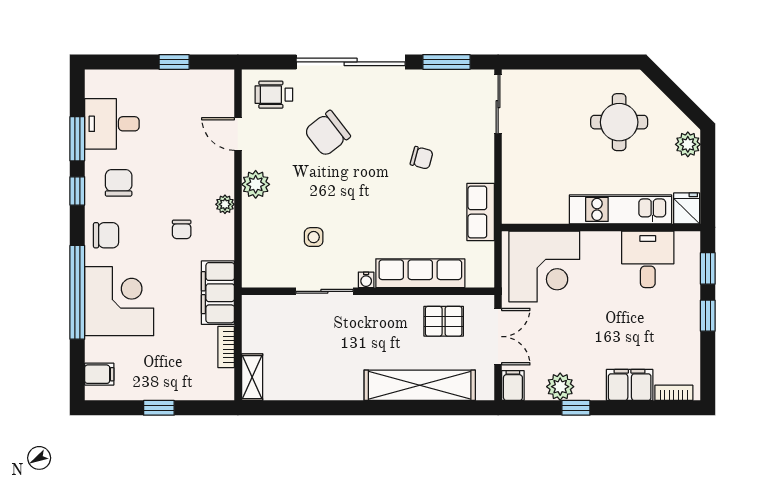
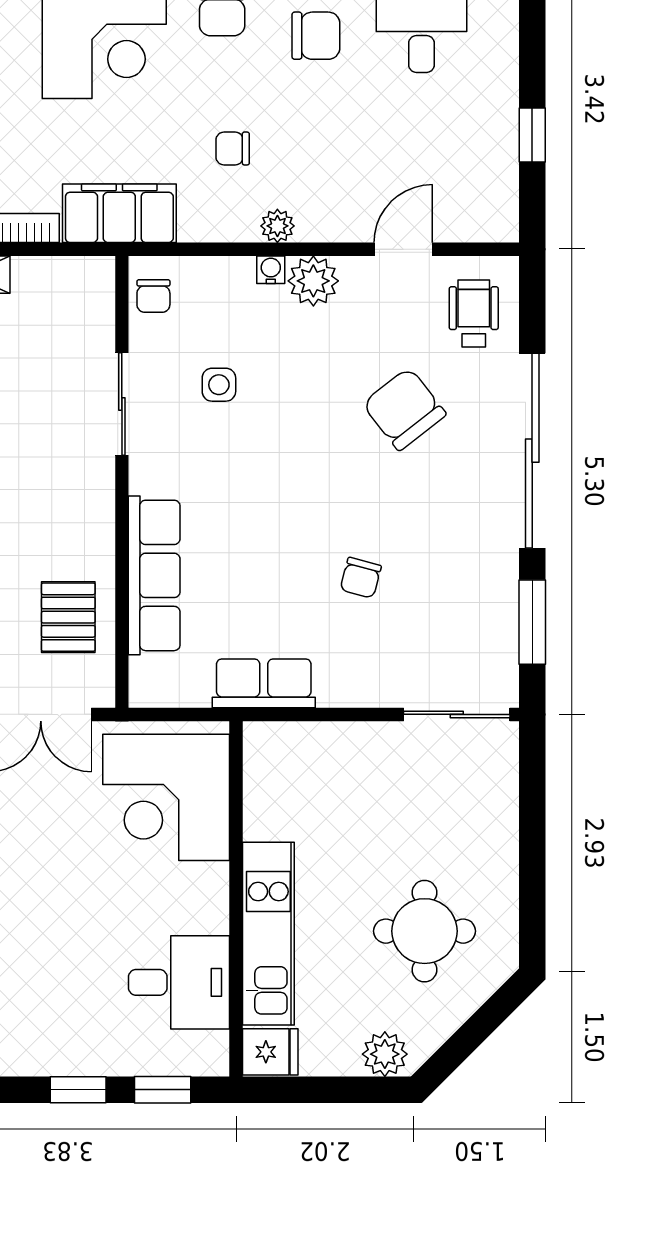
chair: (264, 274) -> (153, 296), added
water cooler: (366, 280) -> (271, 270), moved, turned 90

